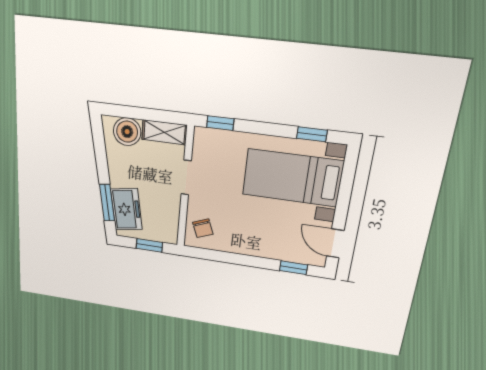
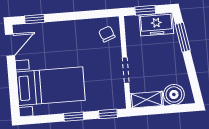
window: (312, 134) -> (74, 117), moved
freezer: (126, 209) -> (156, 24), moved, turned -80
door: (335, 243) -> (10, 45), hinge flipped

